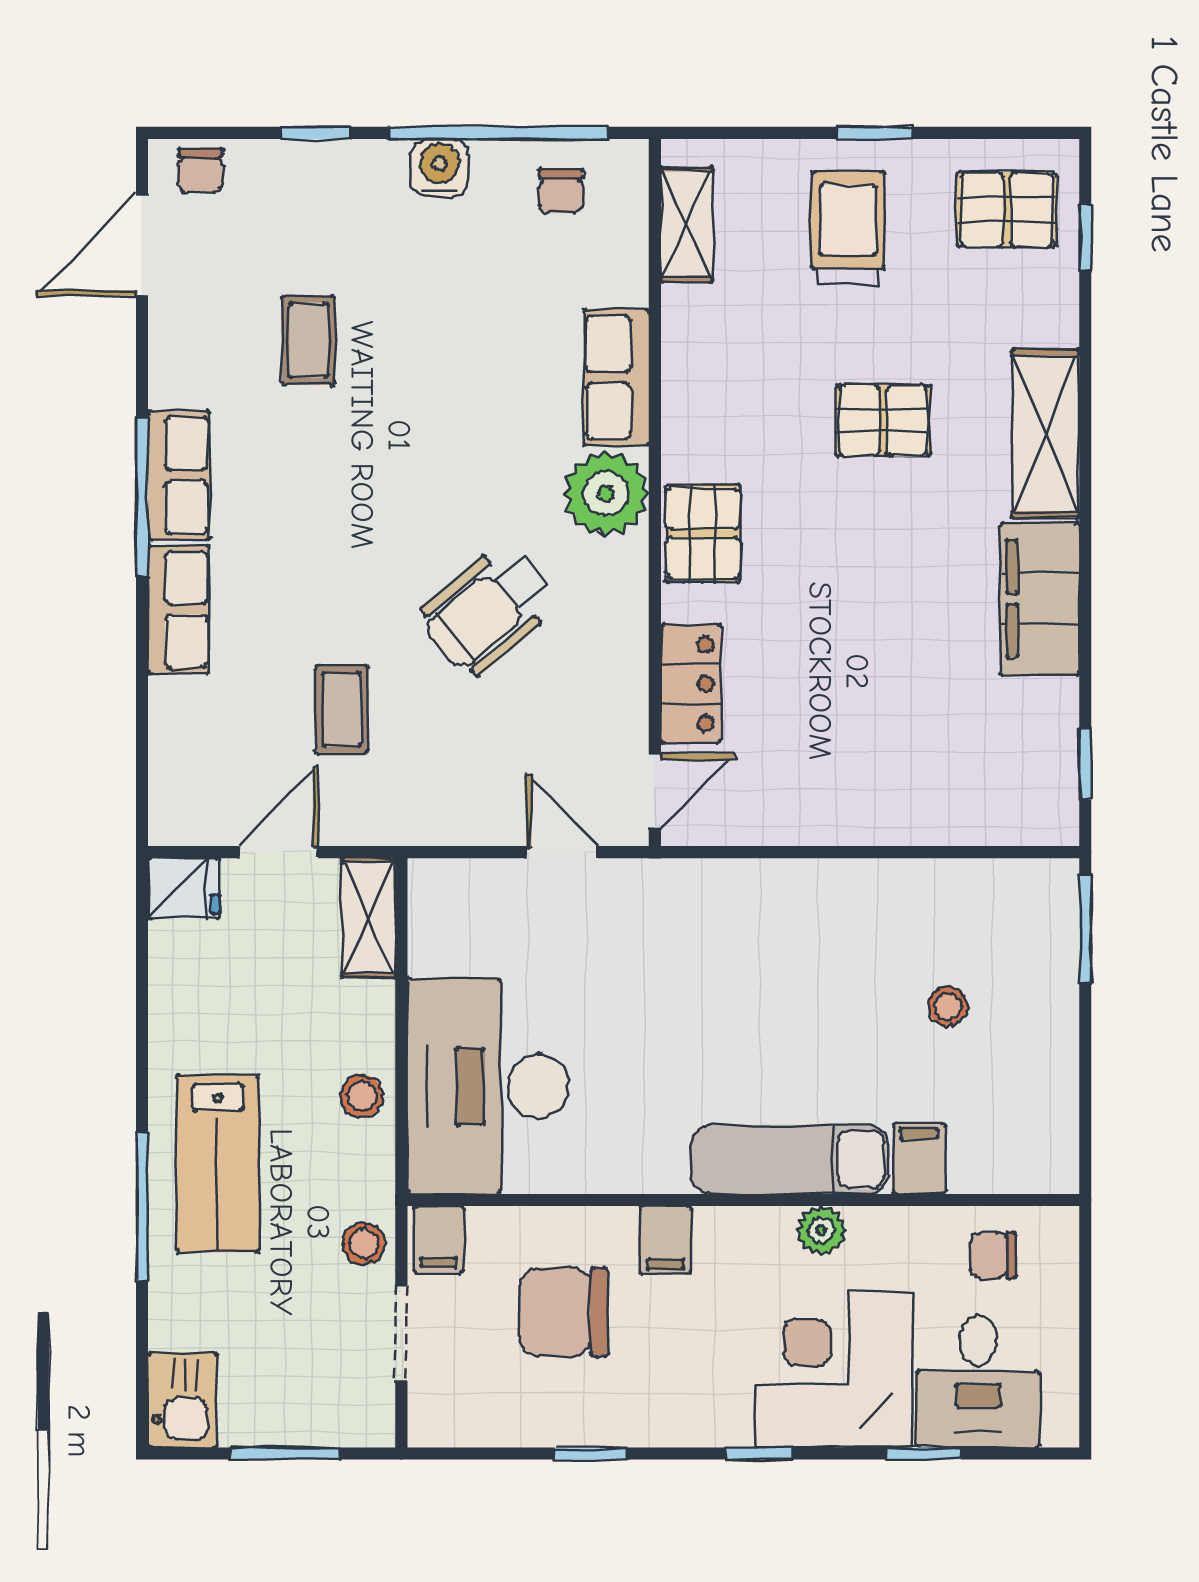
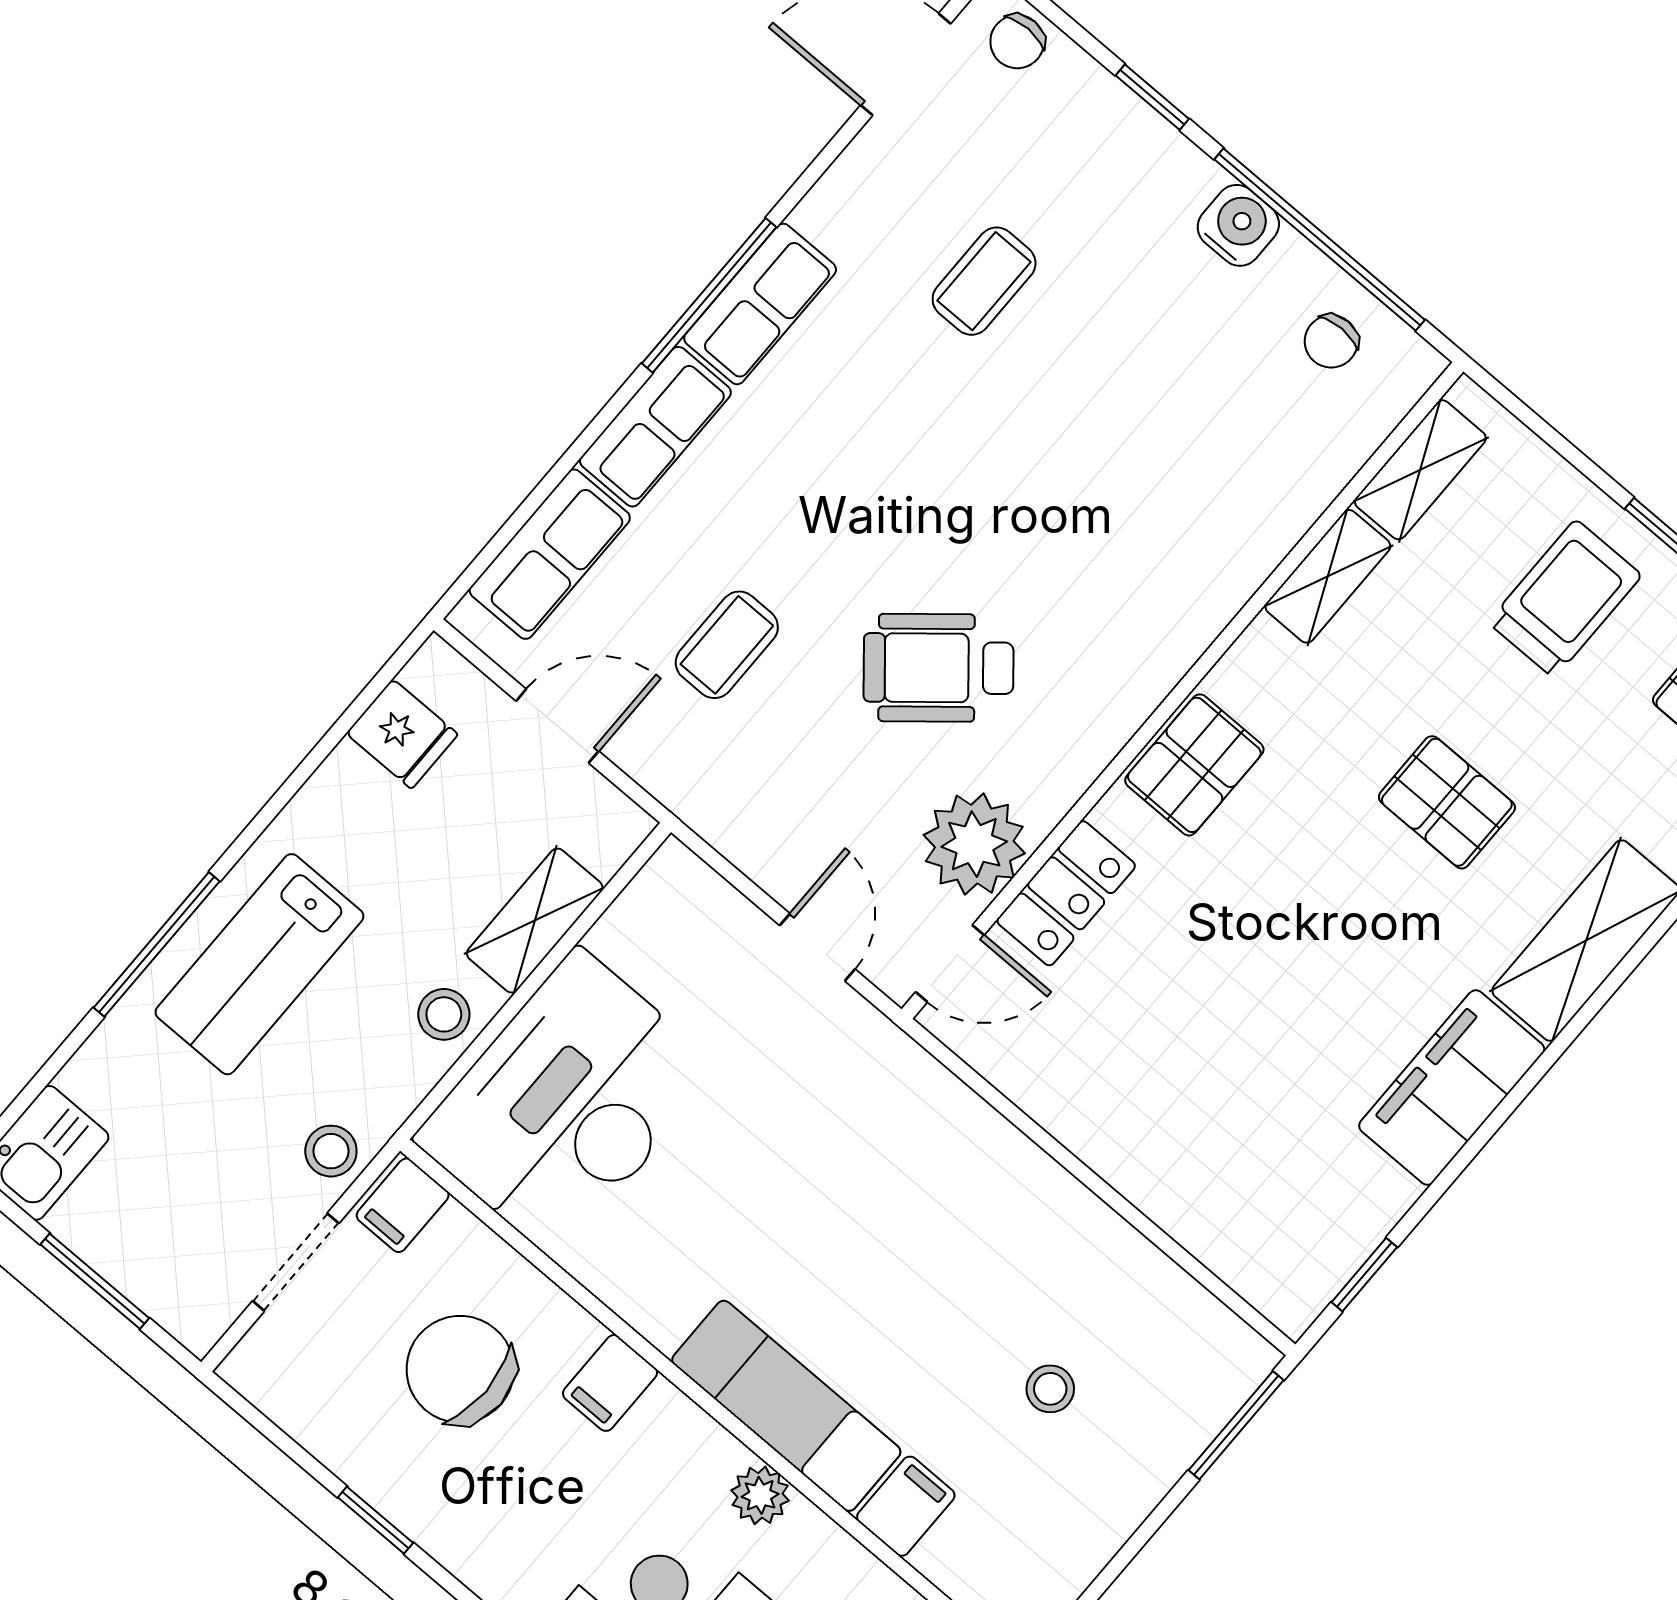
shelving: (686, 342) -> (1328, 576), added
row of seats: (616, 377) -> (550, 554), moved, turned 180
plant: (606, 494) -> (974, 844), moved
fridge: (184, 888) -> (402, 734), moved
shelving: (369, 918) -> (535, 921), moved

